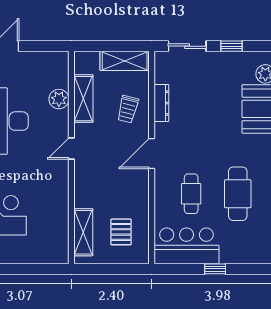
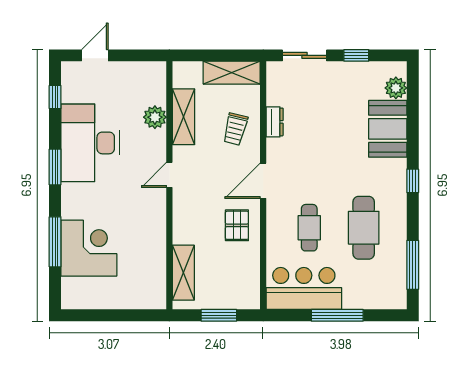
dresser: (161, 103) -> (275, 122), width x0.70
pallet: (121, 232) -> (237, 225), moved
window: (114, 269) -> (219, 315), added
window: (215, 269) -> (337, 315), width x2.17

